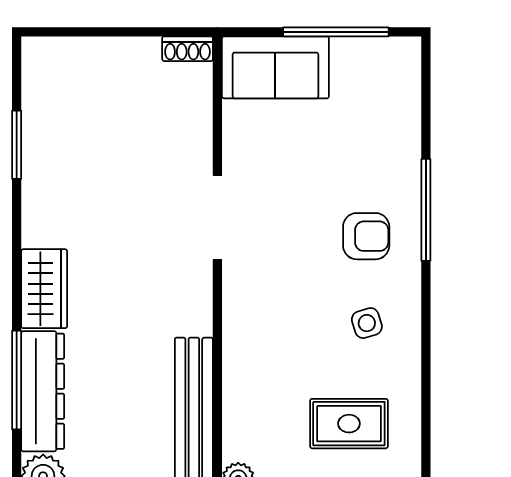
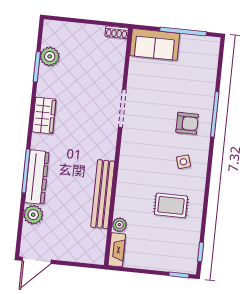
plant: (43, 118) -> (50, 56), added
wardrobe: (44, 289) -> (44, 115), moved

